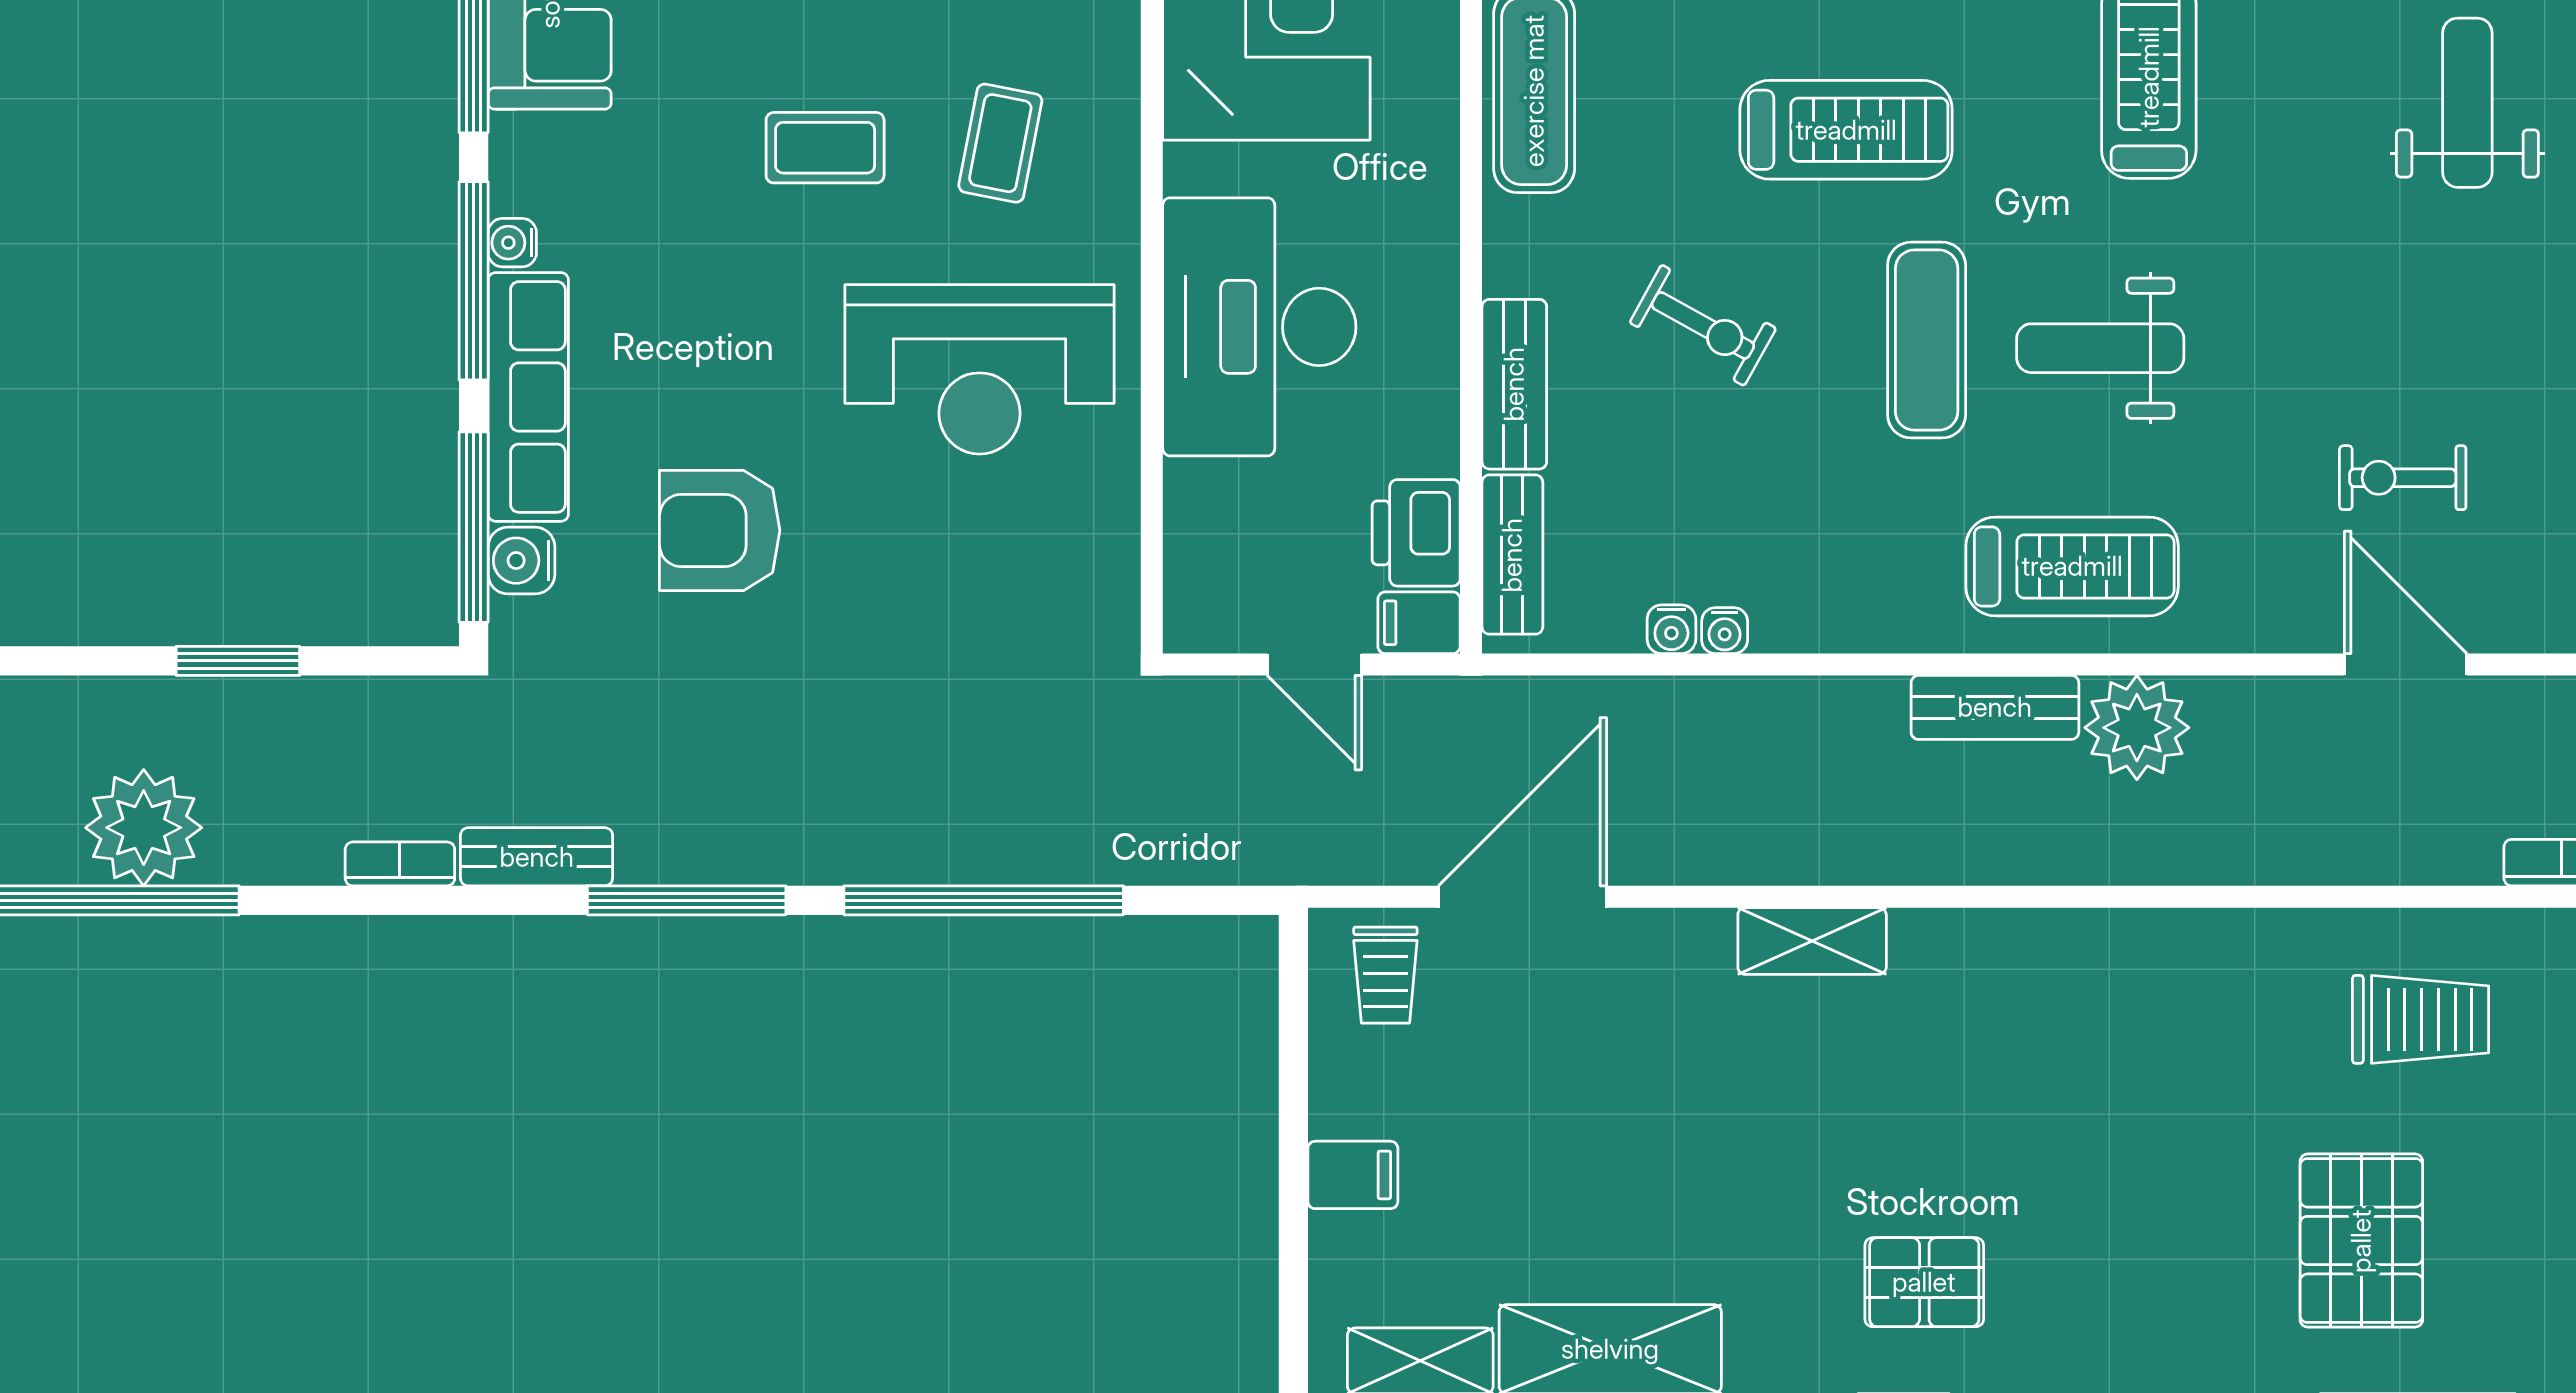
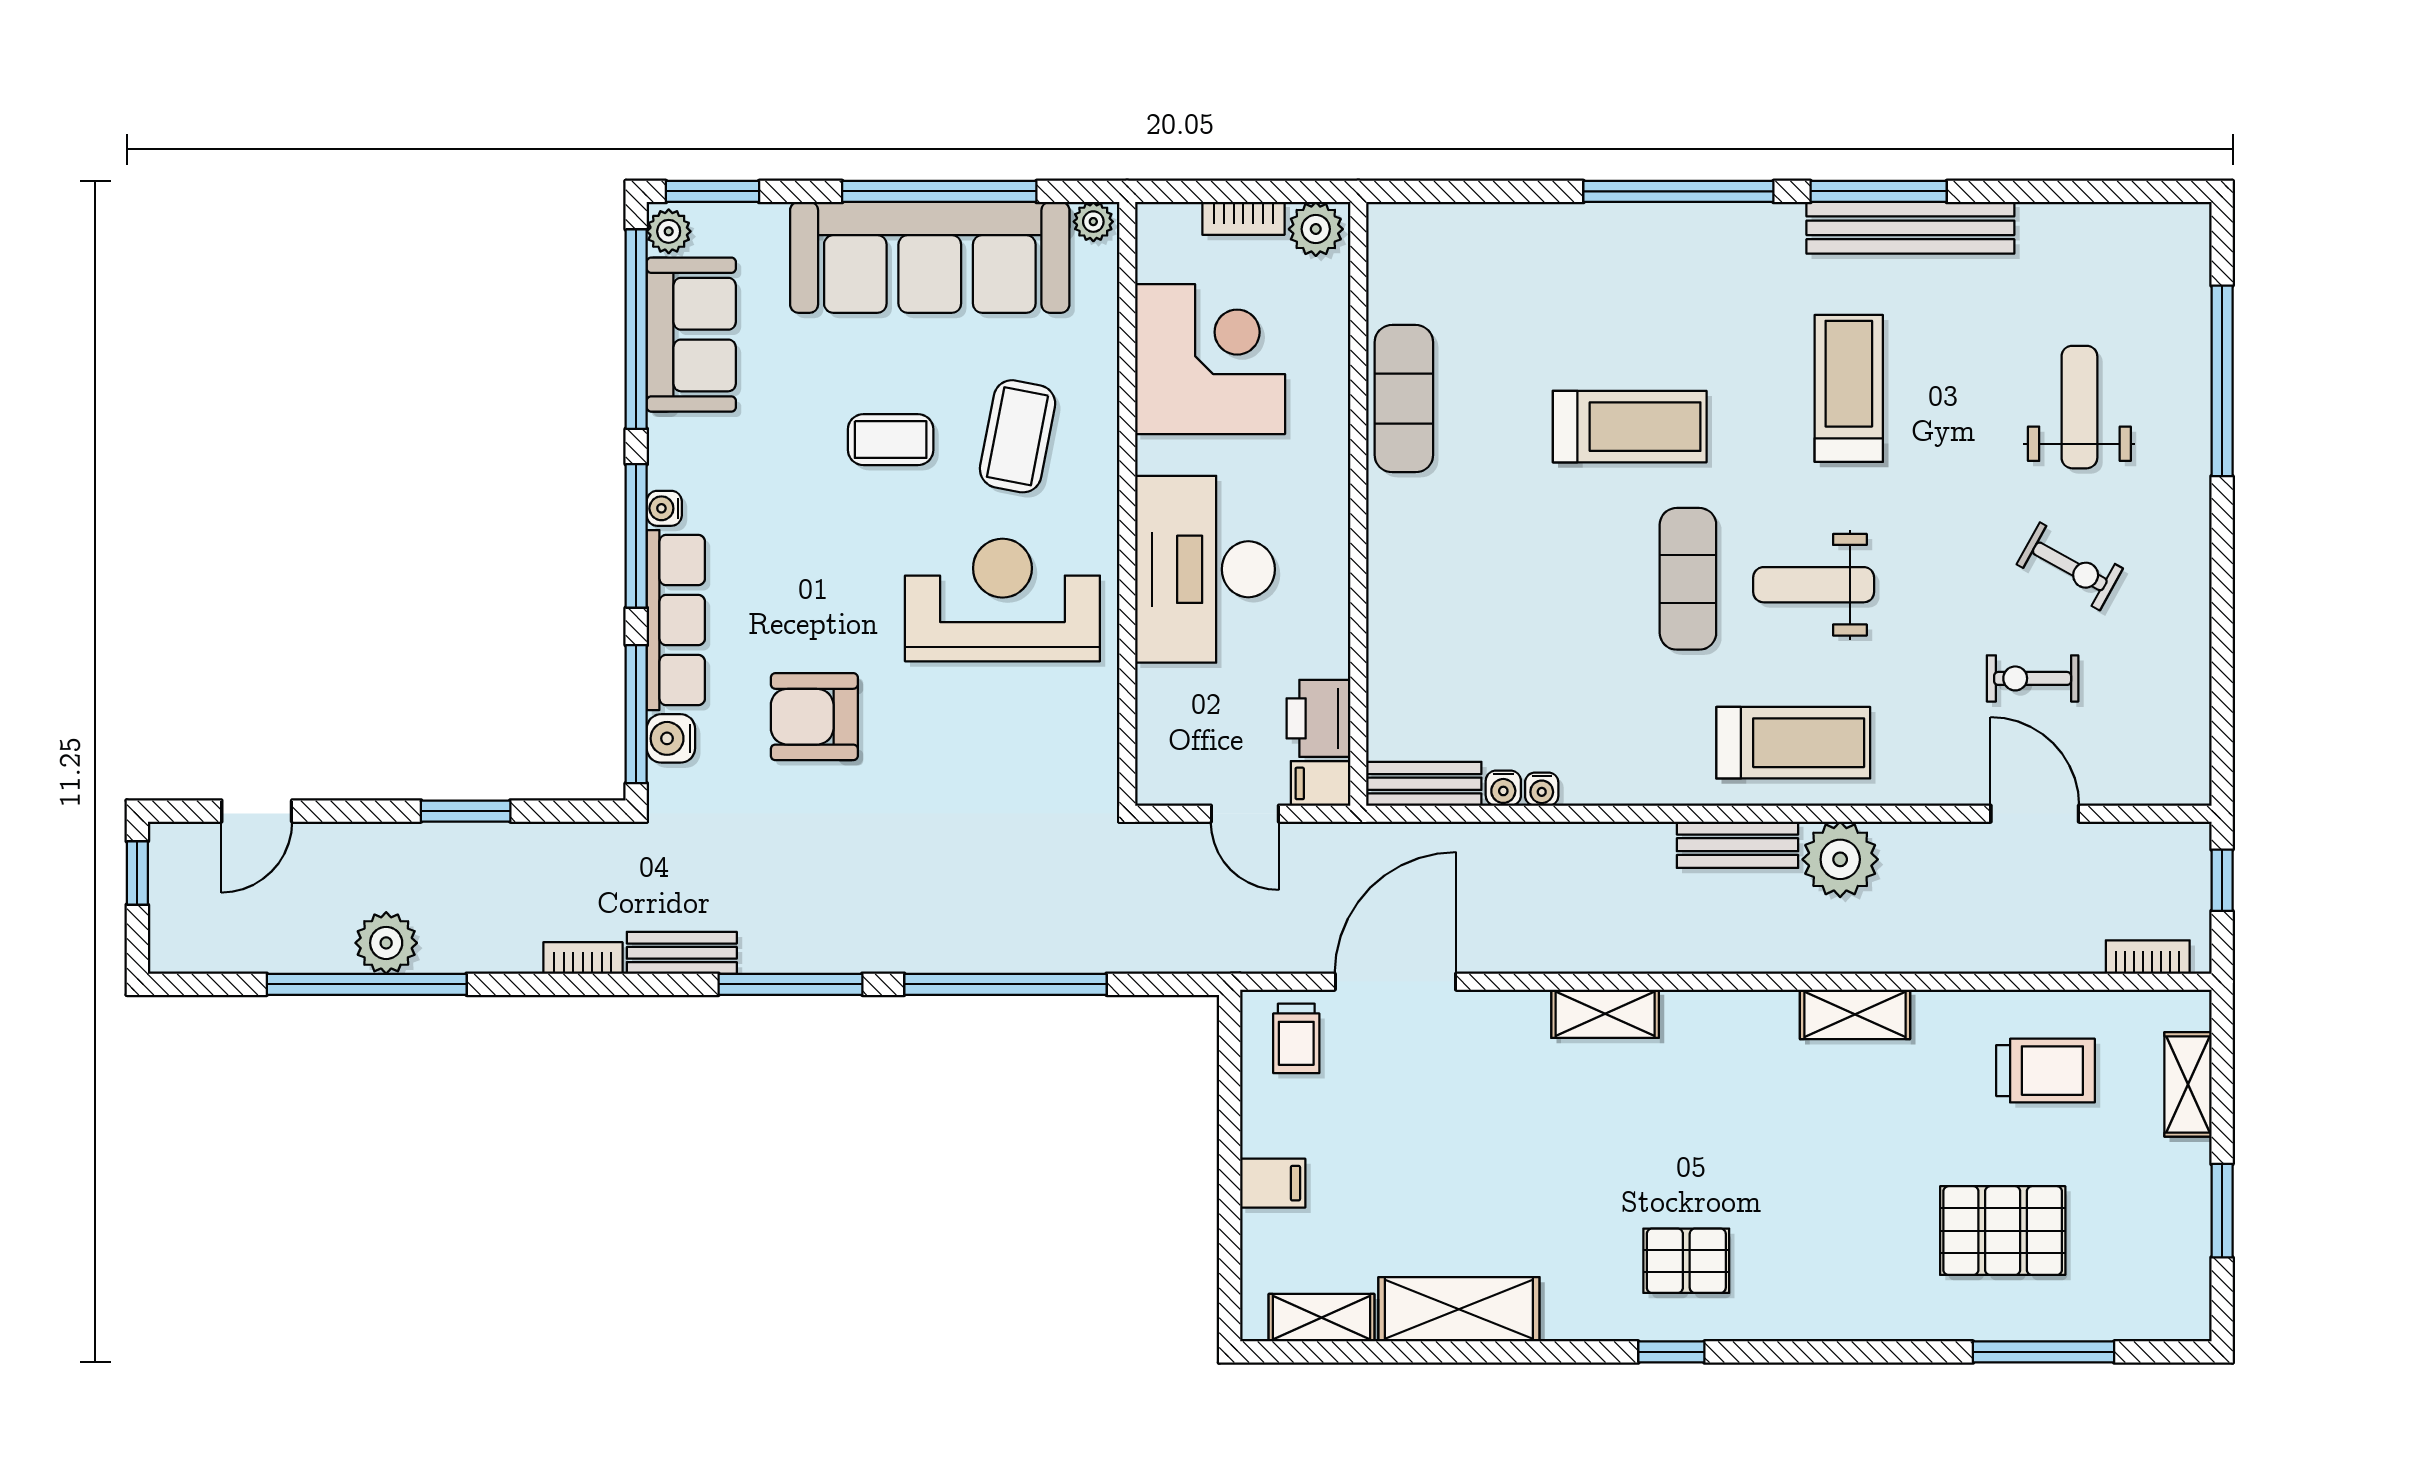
coffee table: (1000, 143) -> (1018, 436), width x1.36, depth x1.30
exercise bike: (1703, 325) -> (2070, 566), moved
reception desk: (980, 369) -> (1002, 600), turned 180
bench: (1514, 384) -> (1390, 611), removed
bench: (1512, 555) -> (1424, 784), moved, turned 90
plant: (144, 828) -> (386, 943), width x0.73, depth x0.73
shelving: (2157, 942) -> (1855, 1014), added
pallet: (2361, 1241) -> (2003, 1231), turned 90

